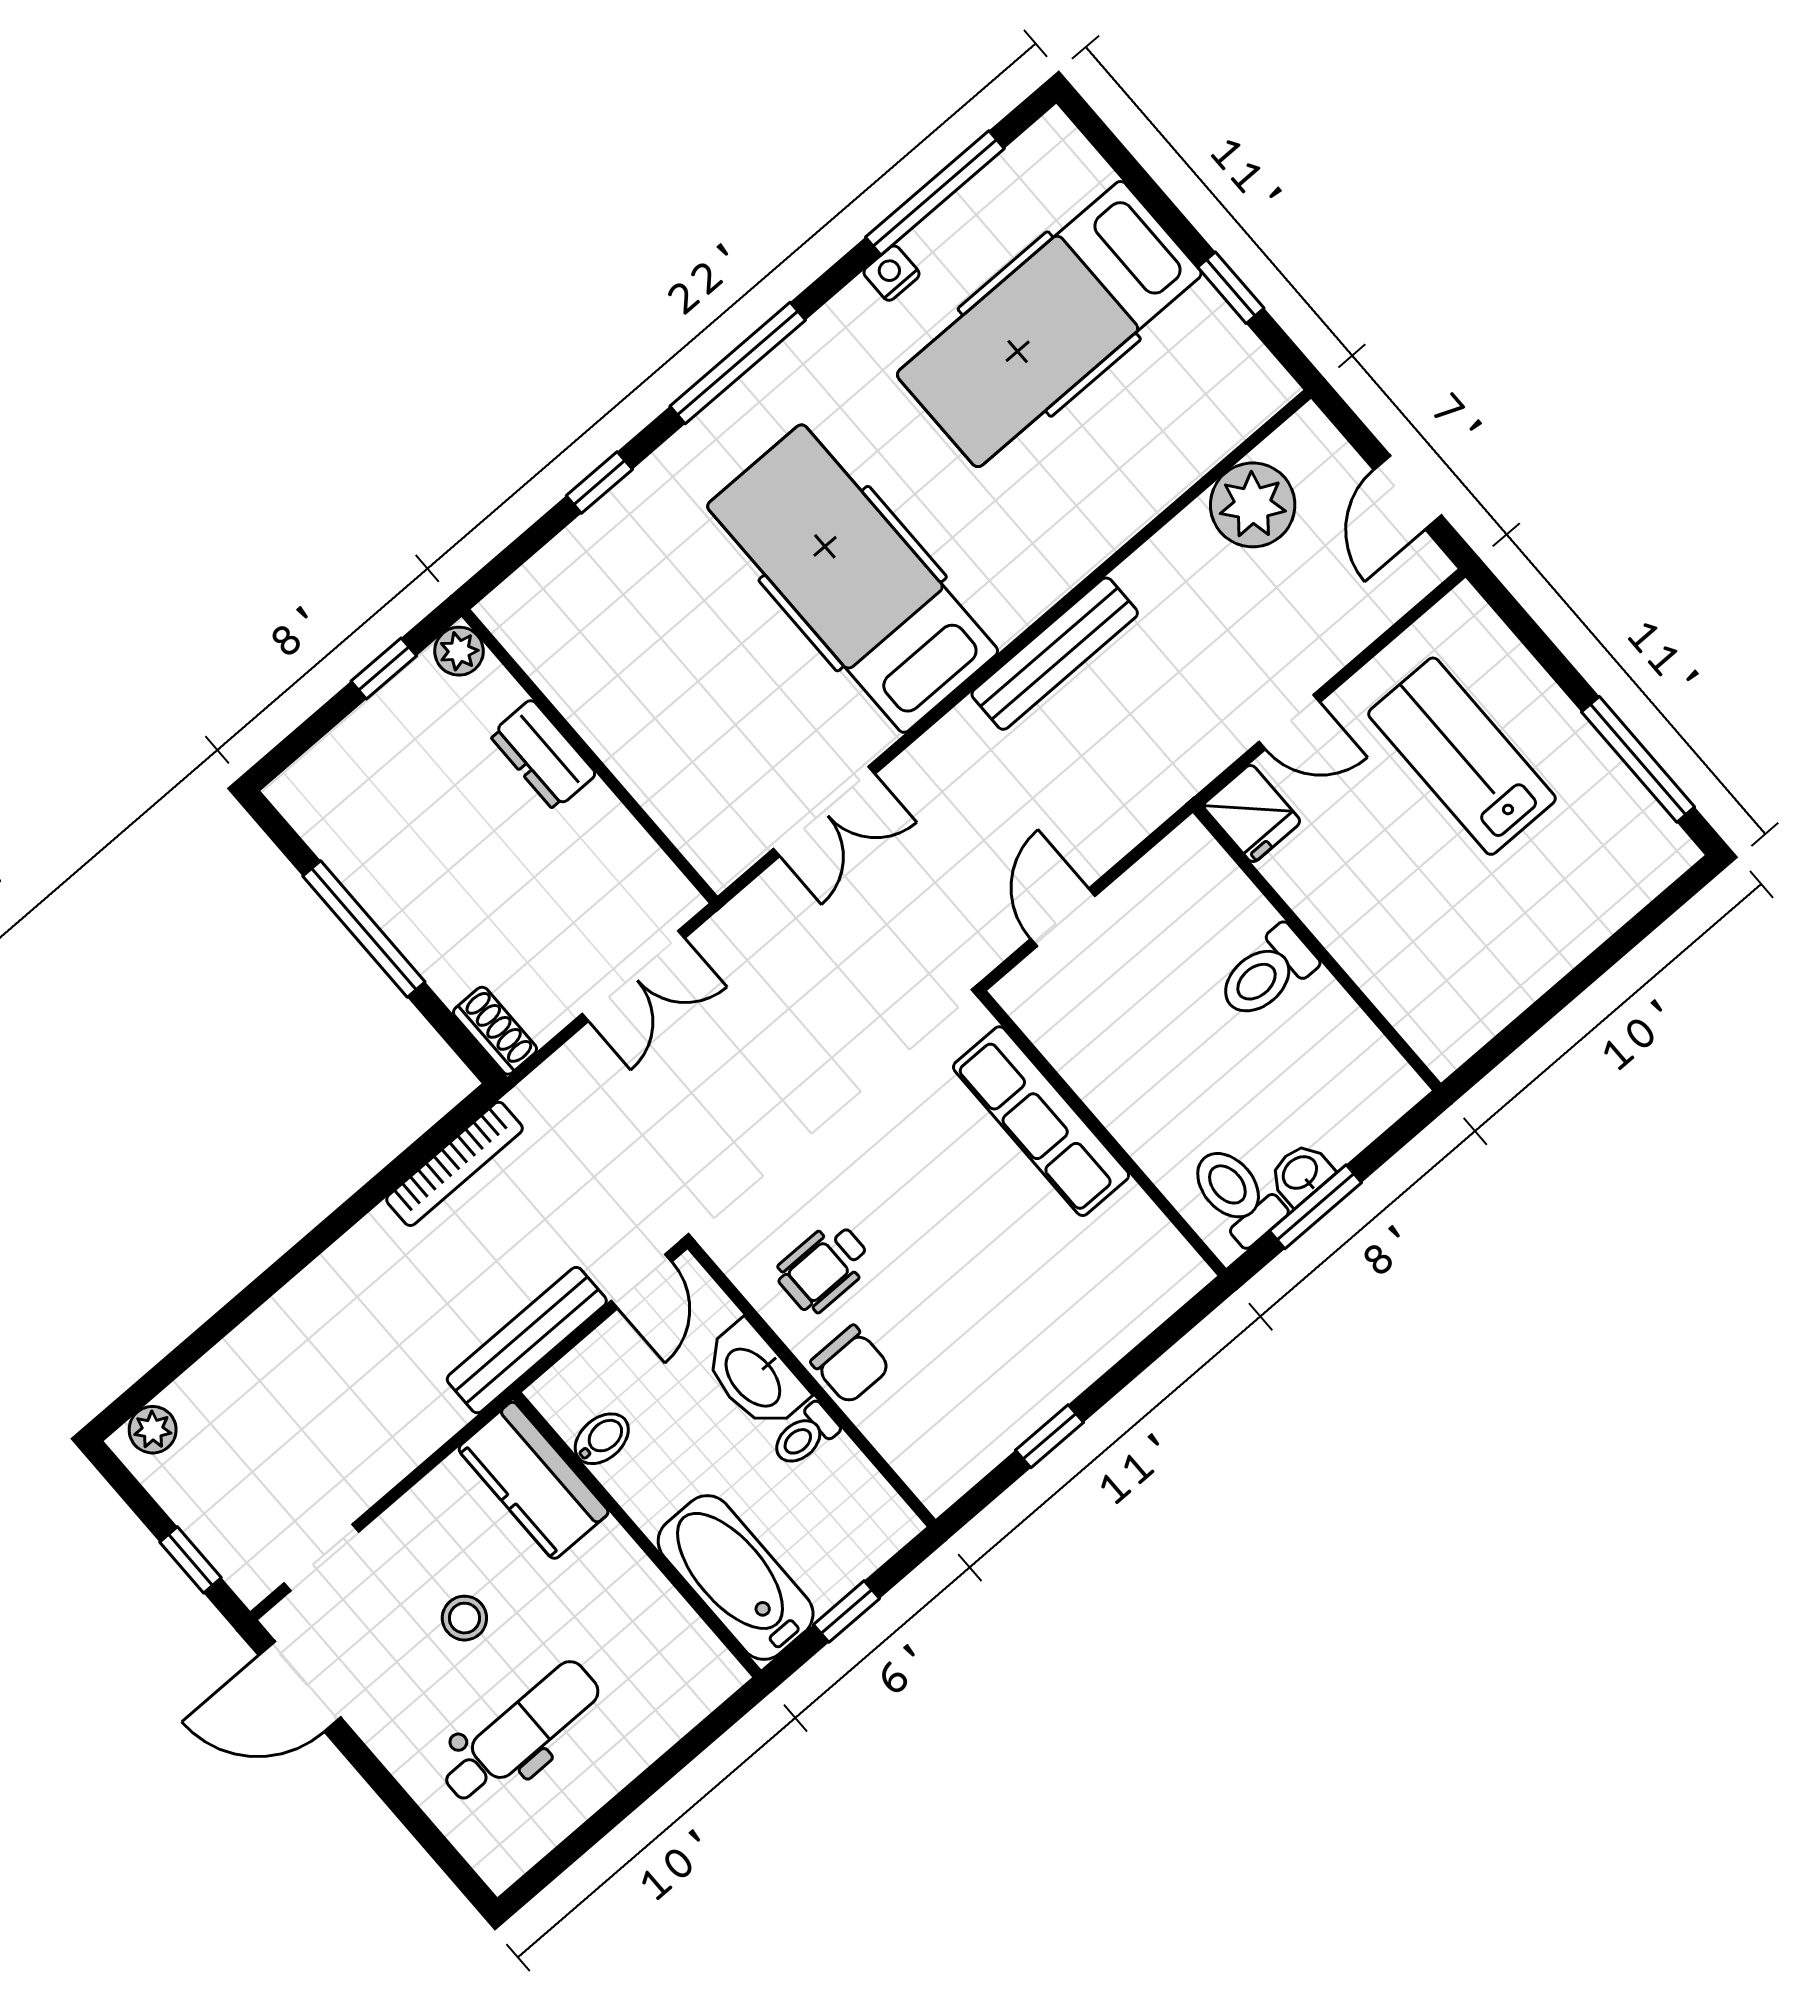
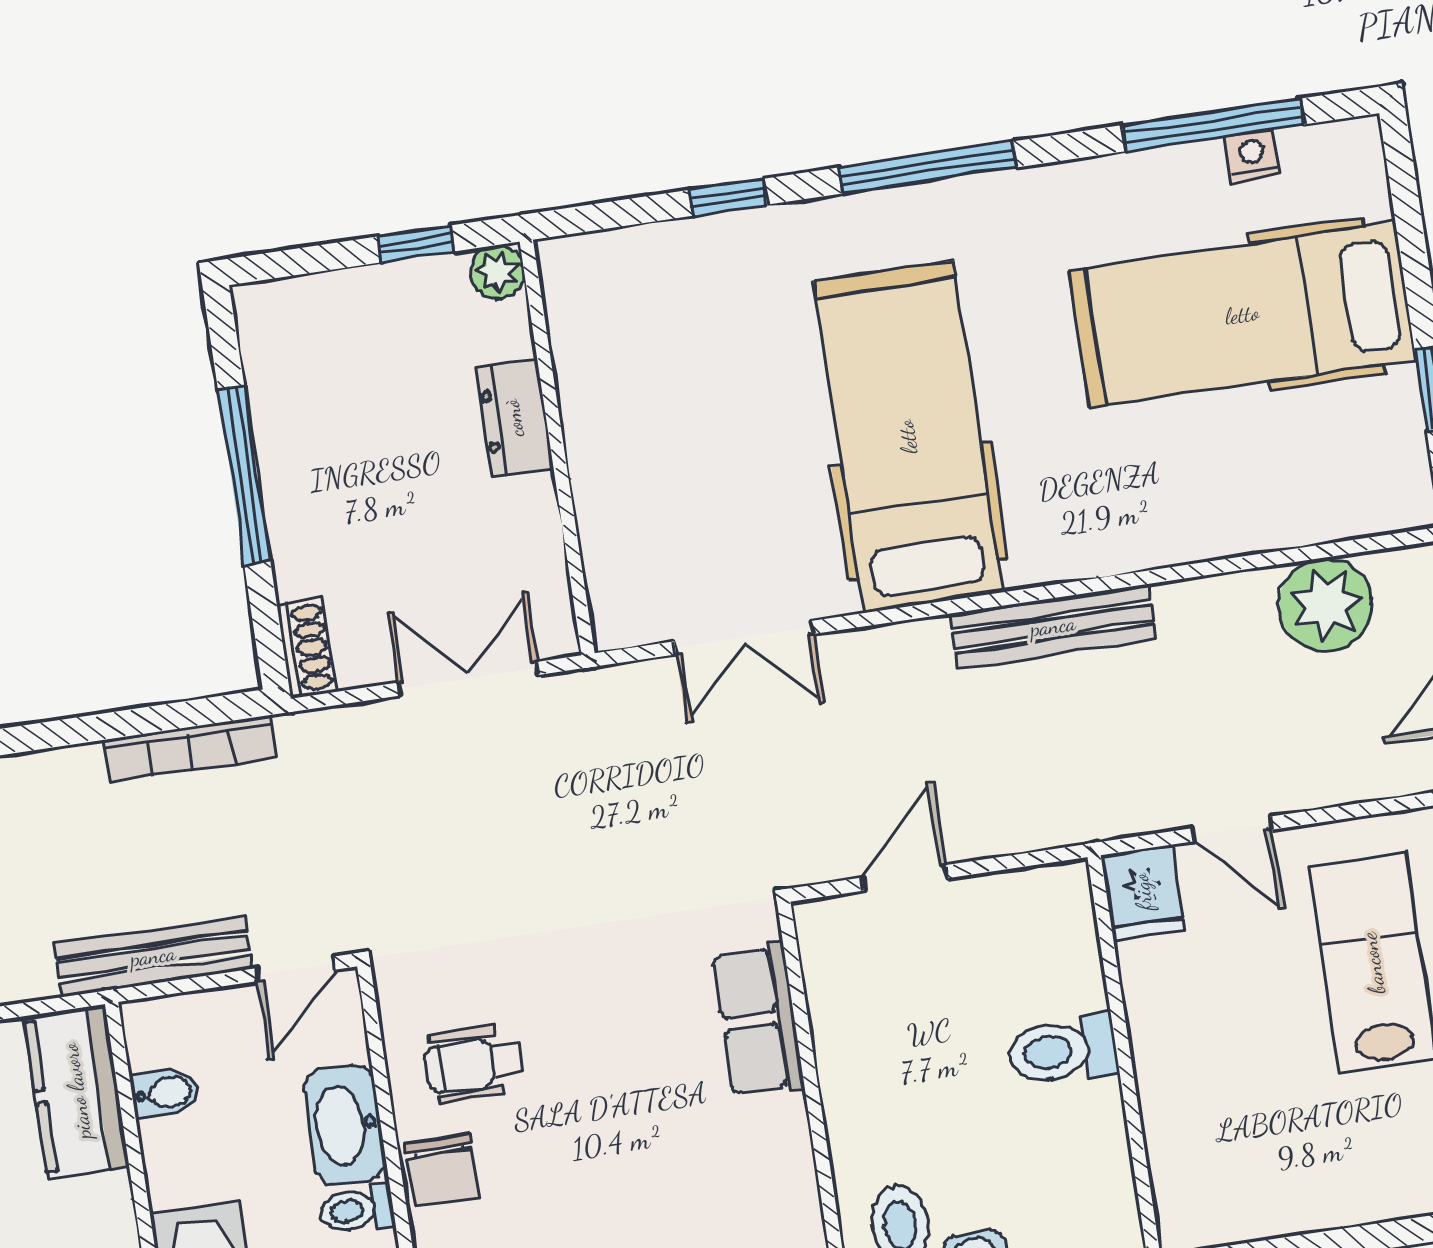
nightstand: (892, 273) -> (1252, 155), moved
double door: (633, 976) -> (468, 679), swing flipped
row of seats: (1041, 1121) -> (758, 1020), width x0.68

